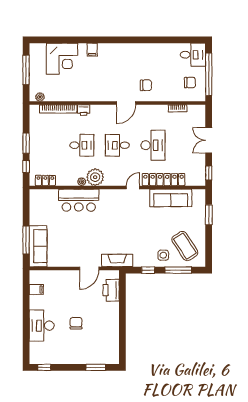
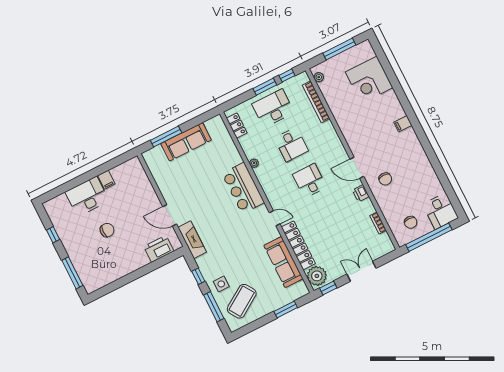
filing cabinet: (92, 50) -> (403, 124), moved
printer: (84, 110) -> (361, 193), moved
desk: (153, 145) -> (273, 108), moved, turned 180
window: (26, 167) -> (287, 75), moved
plant: (95, 177) -> (317, 276), moved
bar counter: (79, 200) -> (243, 188), moved
sofa: (38, 246) -> (186, 142), moved
filing cabinet: (36, 290) -> (106, 180), moved
window: (44, 367) -> (53, 235), moved
window: (96, 367) -> (72, 273), width x1.44

